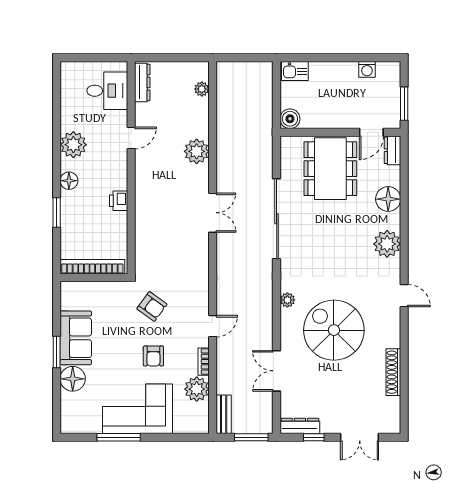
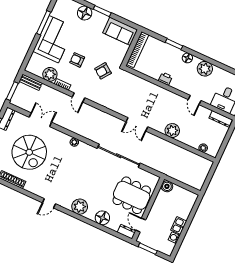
kitchen sink: (295, 71) -> (179, 226), moved
spiral stairs: (334, 330) -> (29, 152), moved, turned 90
sofa: (76, 338) -> (120, 31), moved

